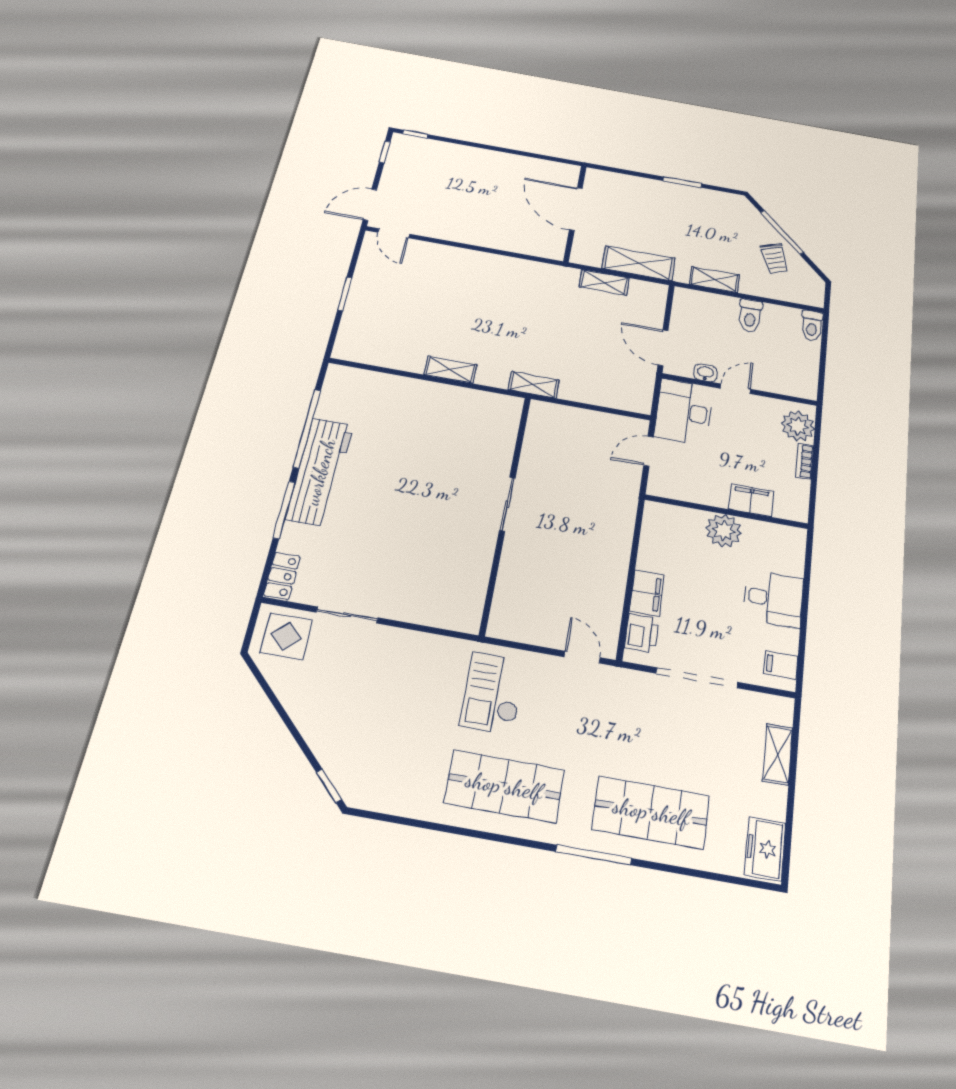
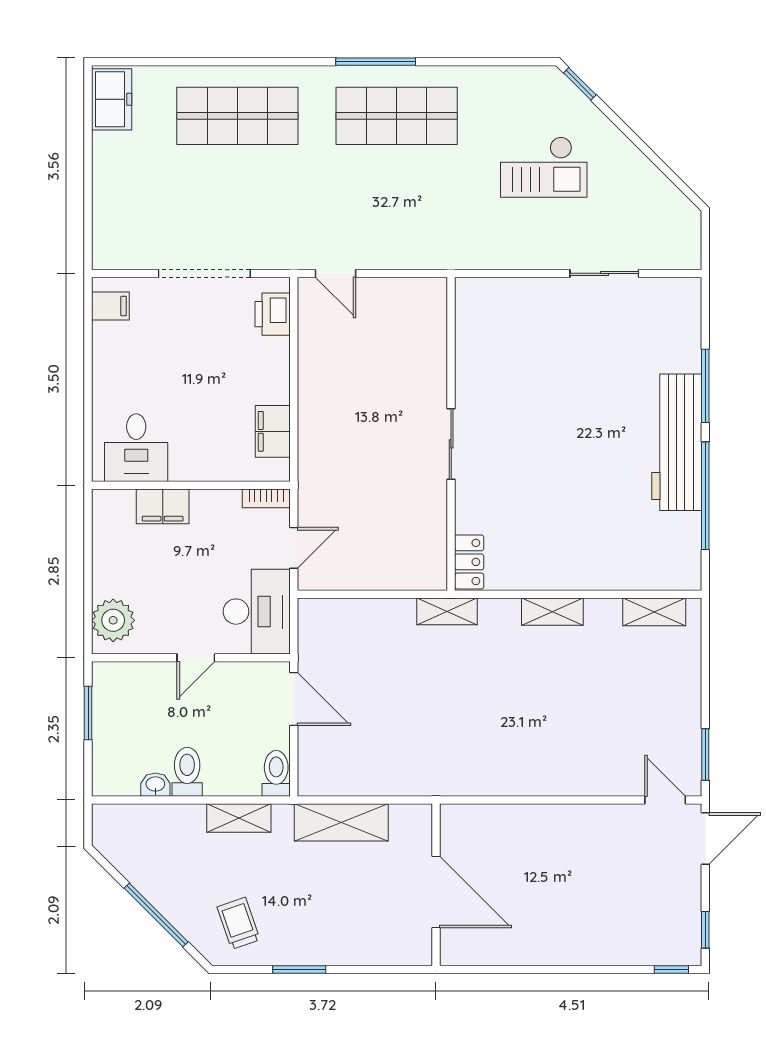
trolley: (775, 258) -> (238, 923), moved
shelving: (604, 282) -> (654, 612), moved
window: (345, 294) -> (705, 754), moved
toilet: (812, 326) -> (276, 773), moved
window: (822, 367) -> (88, 713), added
washbasin: (705, 373) -> (155, 785), moved, turned 180
bookcase: (805, 461) -> (266, 498), moved, turned 90
plant: (724, 531) -> (192, 460), removed
locker: (282, 576) -> (469, 562), moved, turned 180
filing cabinet: (647, 593) -> (273, 431), moved
desk: (773, 599) -> (136, 448), moved, turned -90
display table: (286, 636) -> (665, 237), removed
checkout: (493, 693) -> (544, 167), moved, turned 90
shelving: (778, 754) -> (106, 203), removed
window: (594, 855) -> (376, 62), moved

